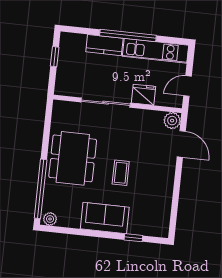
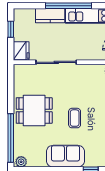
fridge: (144, 95) -> (21, 51), moved, turned 90
dining table: (73, 158) -> (34, 110), width x0.73

